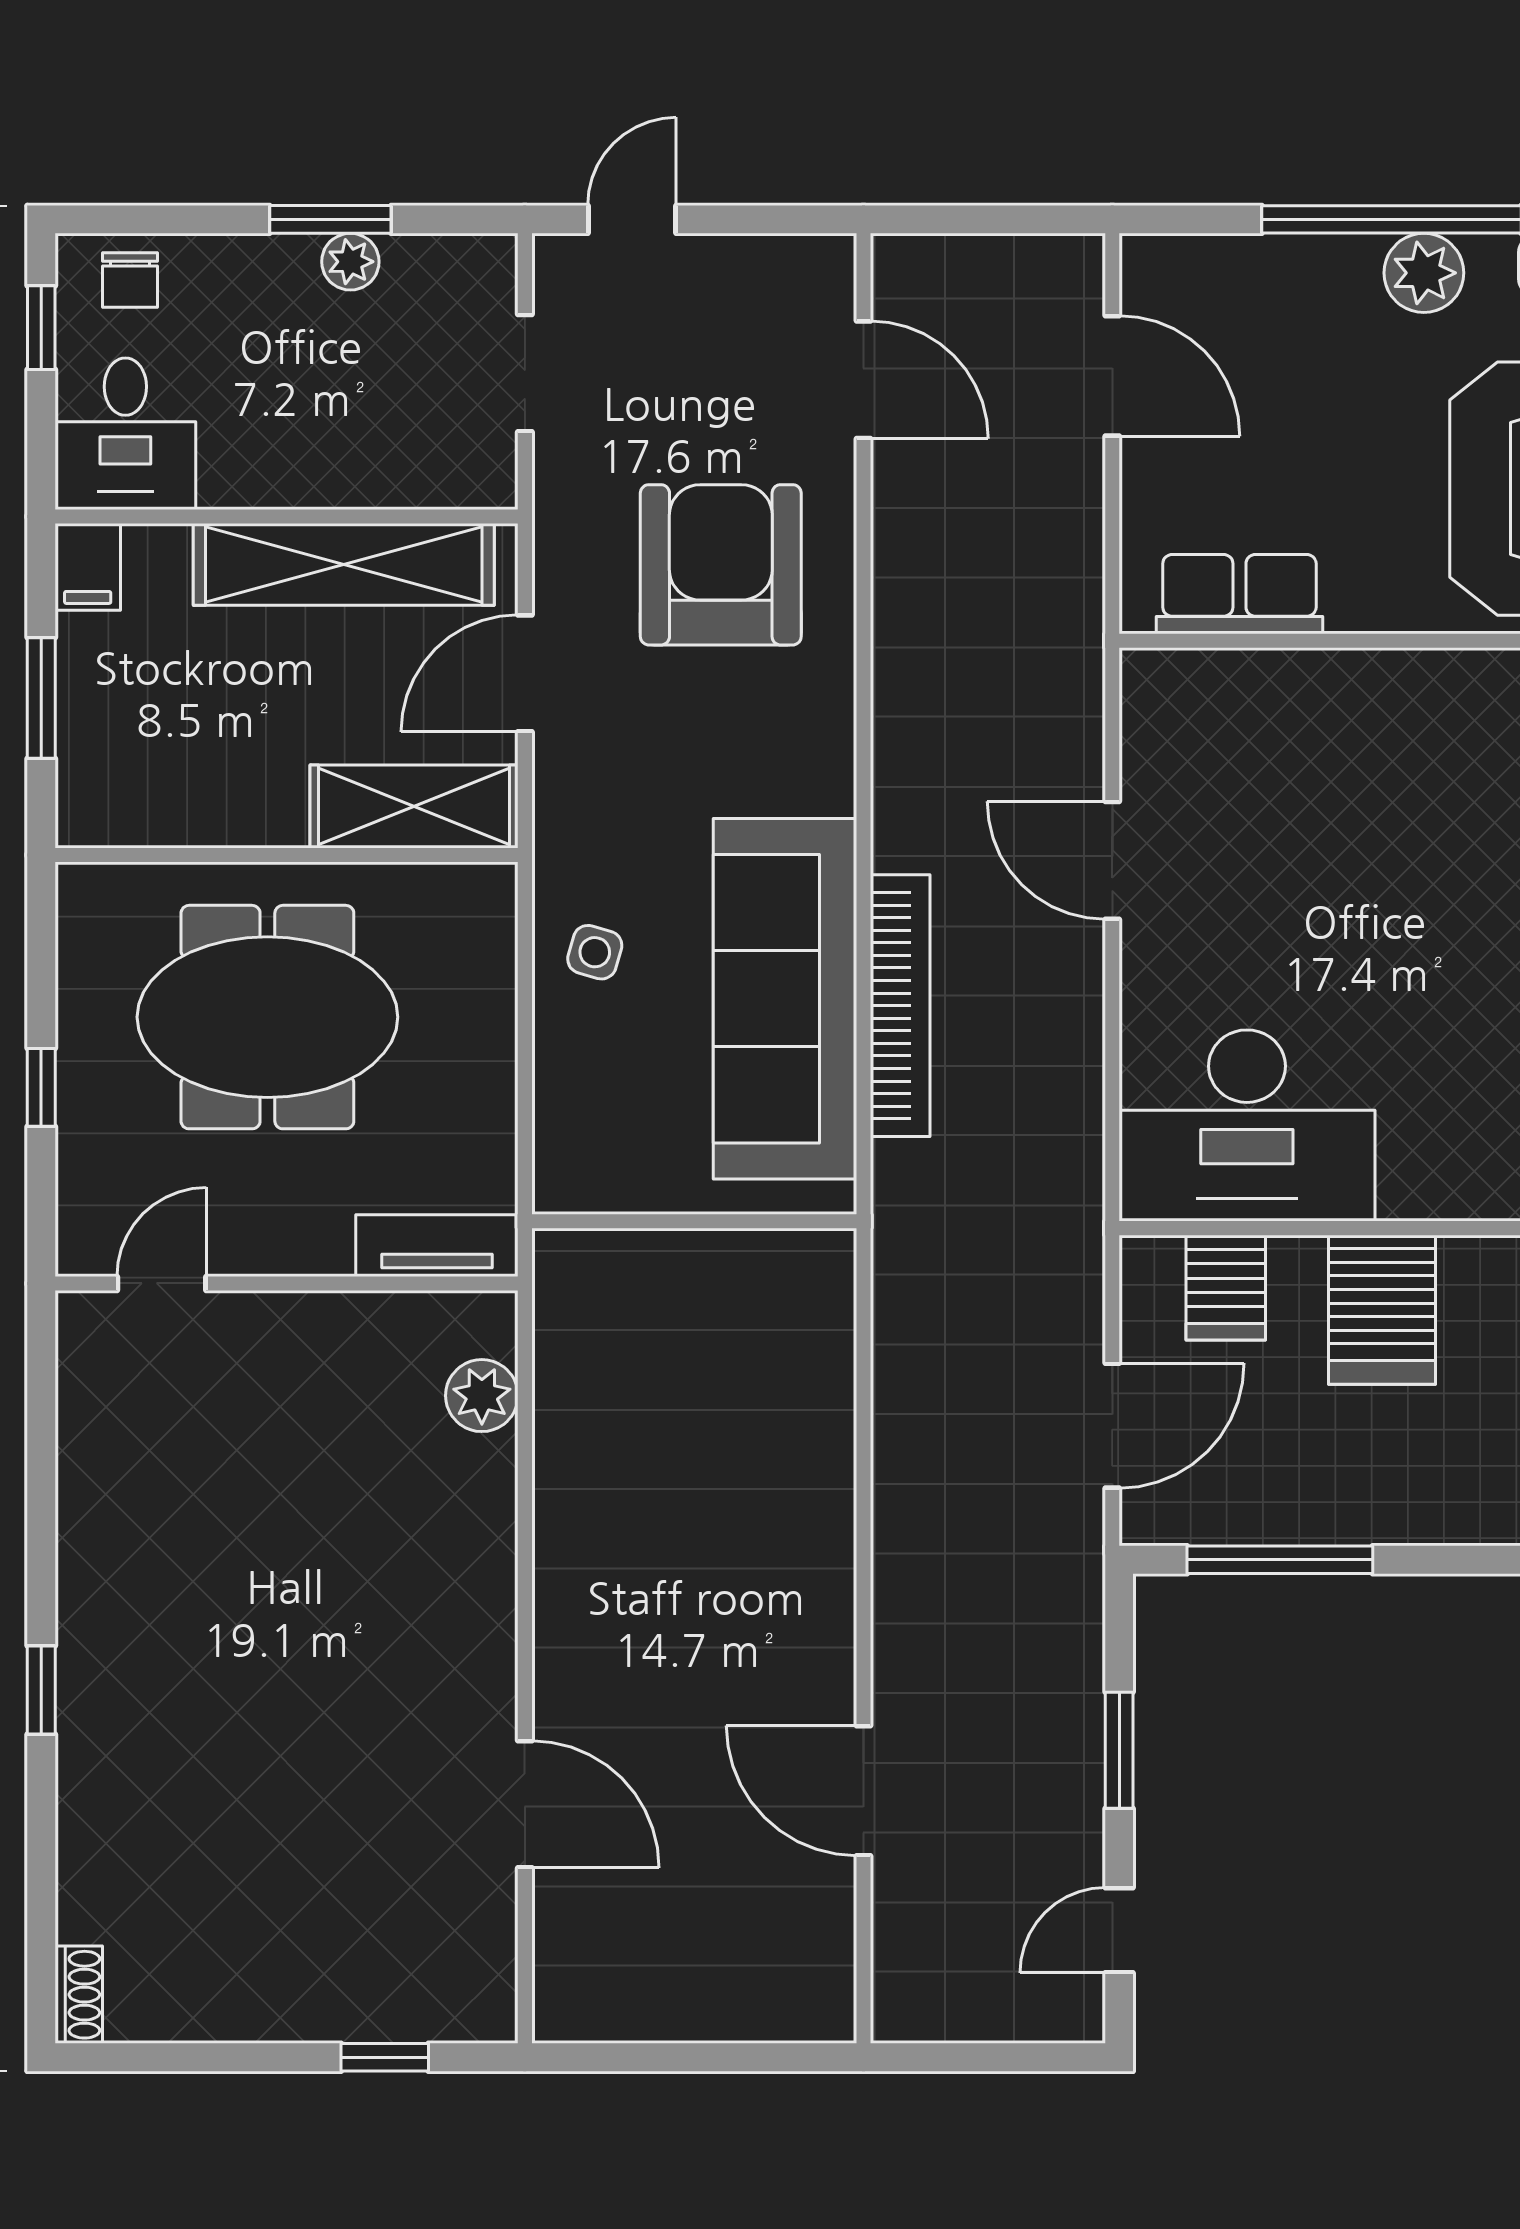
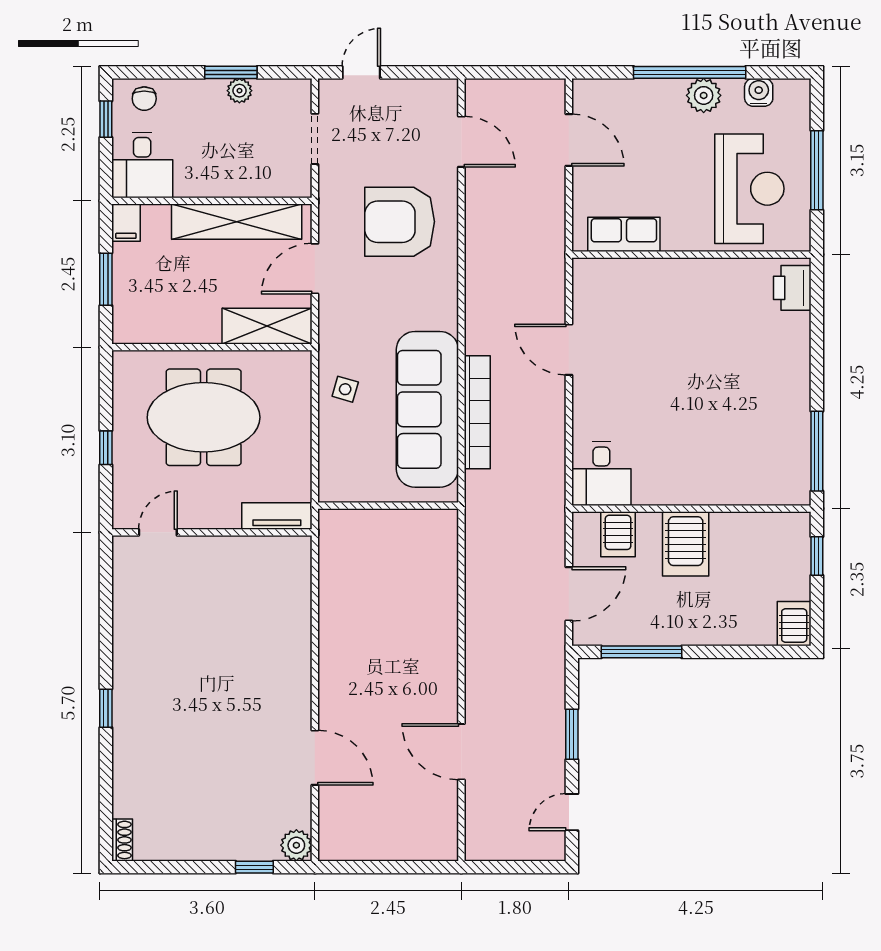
armchair: (721, 565) -> (400, 222), turned -90
desk: (1247, 1126) -> (601, 474), width x0.53, depth x0.77
plant: (482, 1396) -> (296, 845), moved

